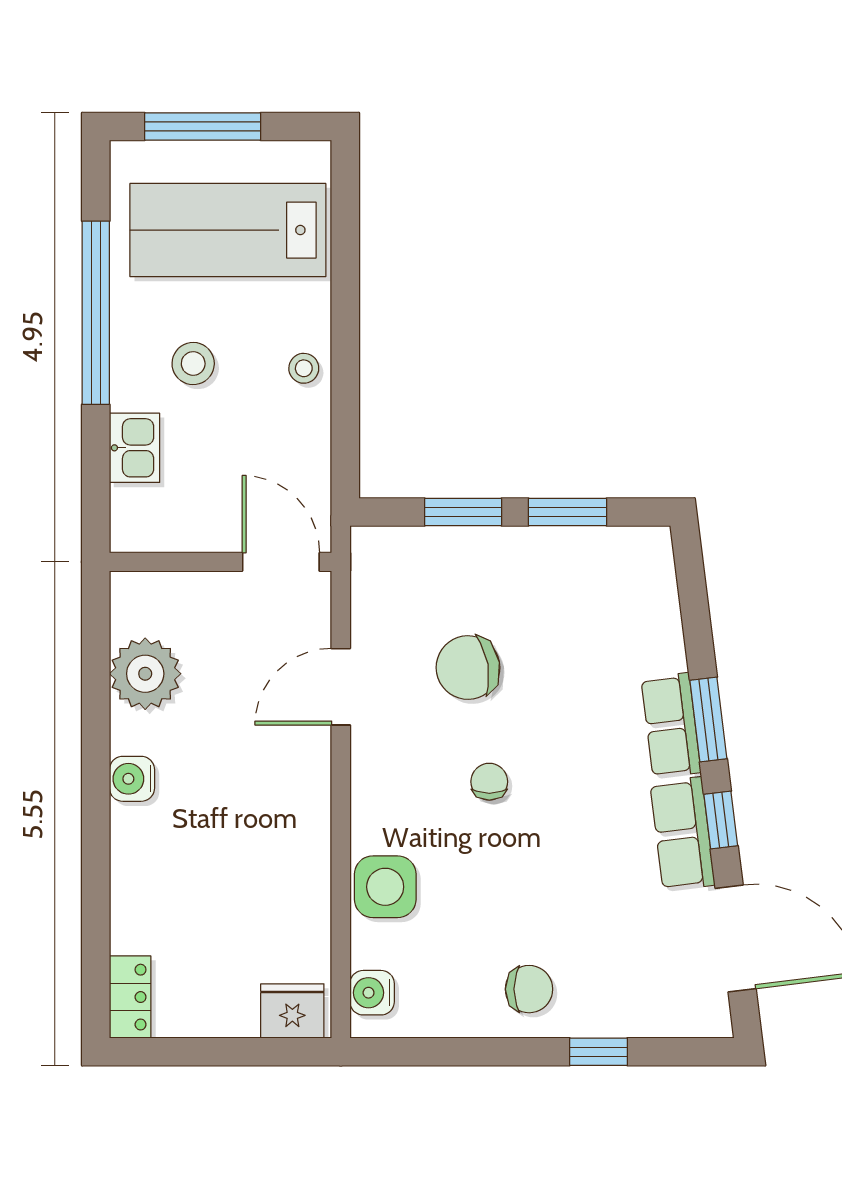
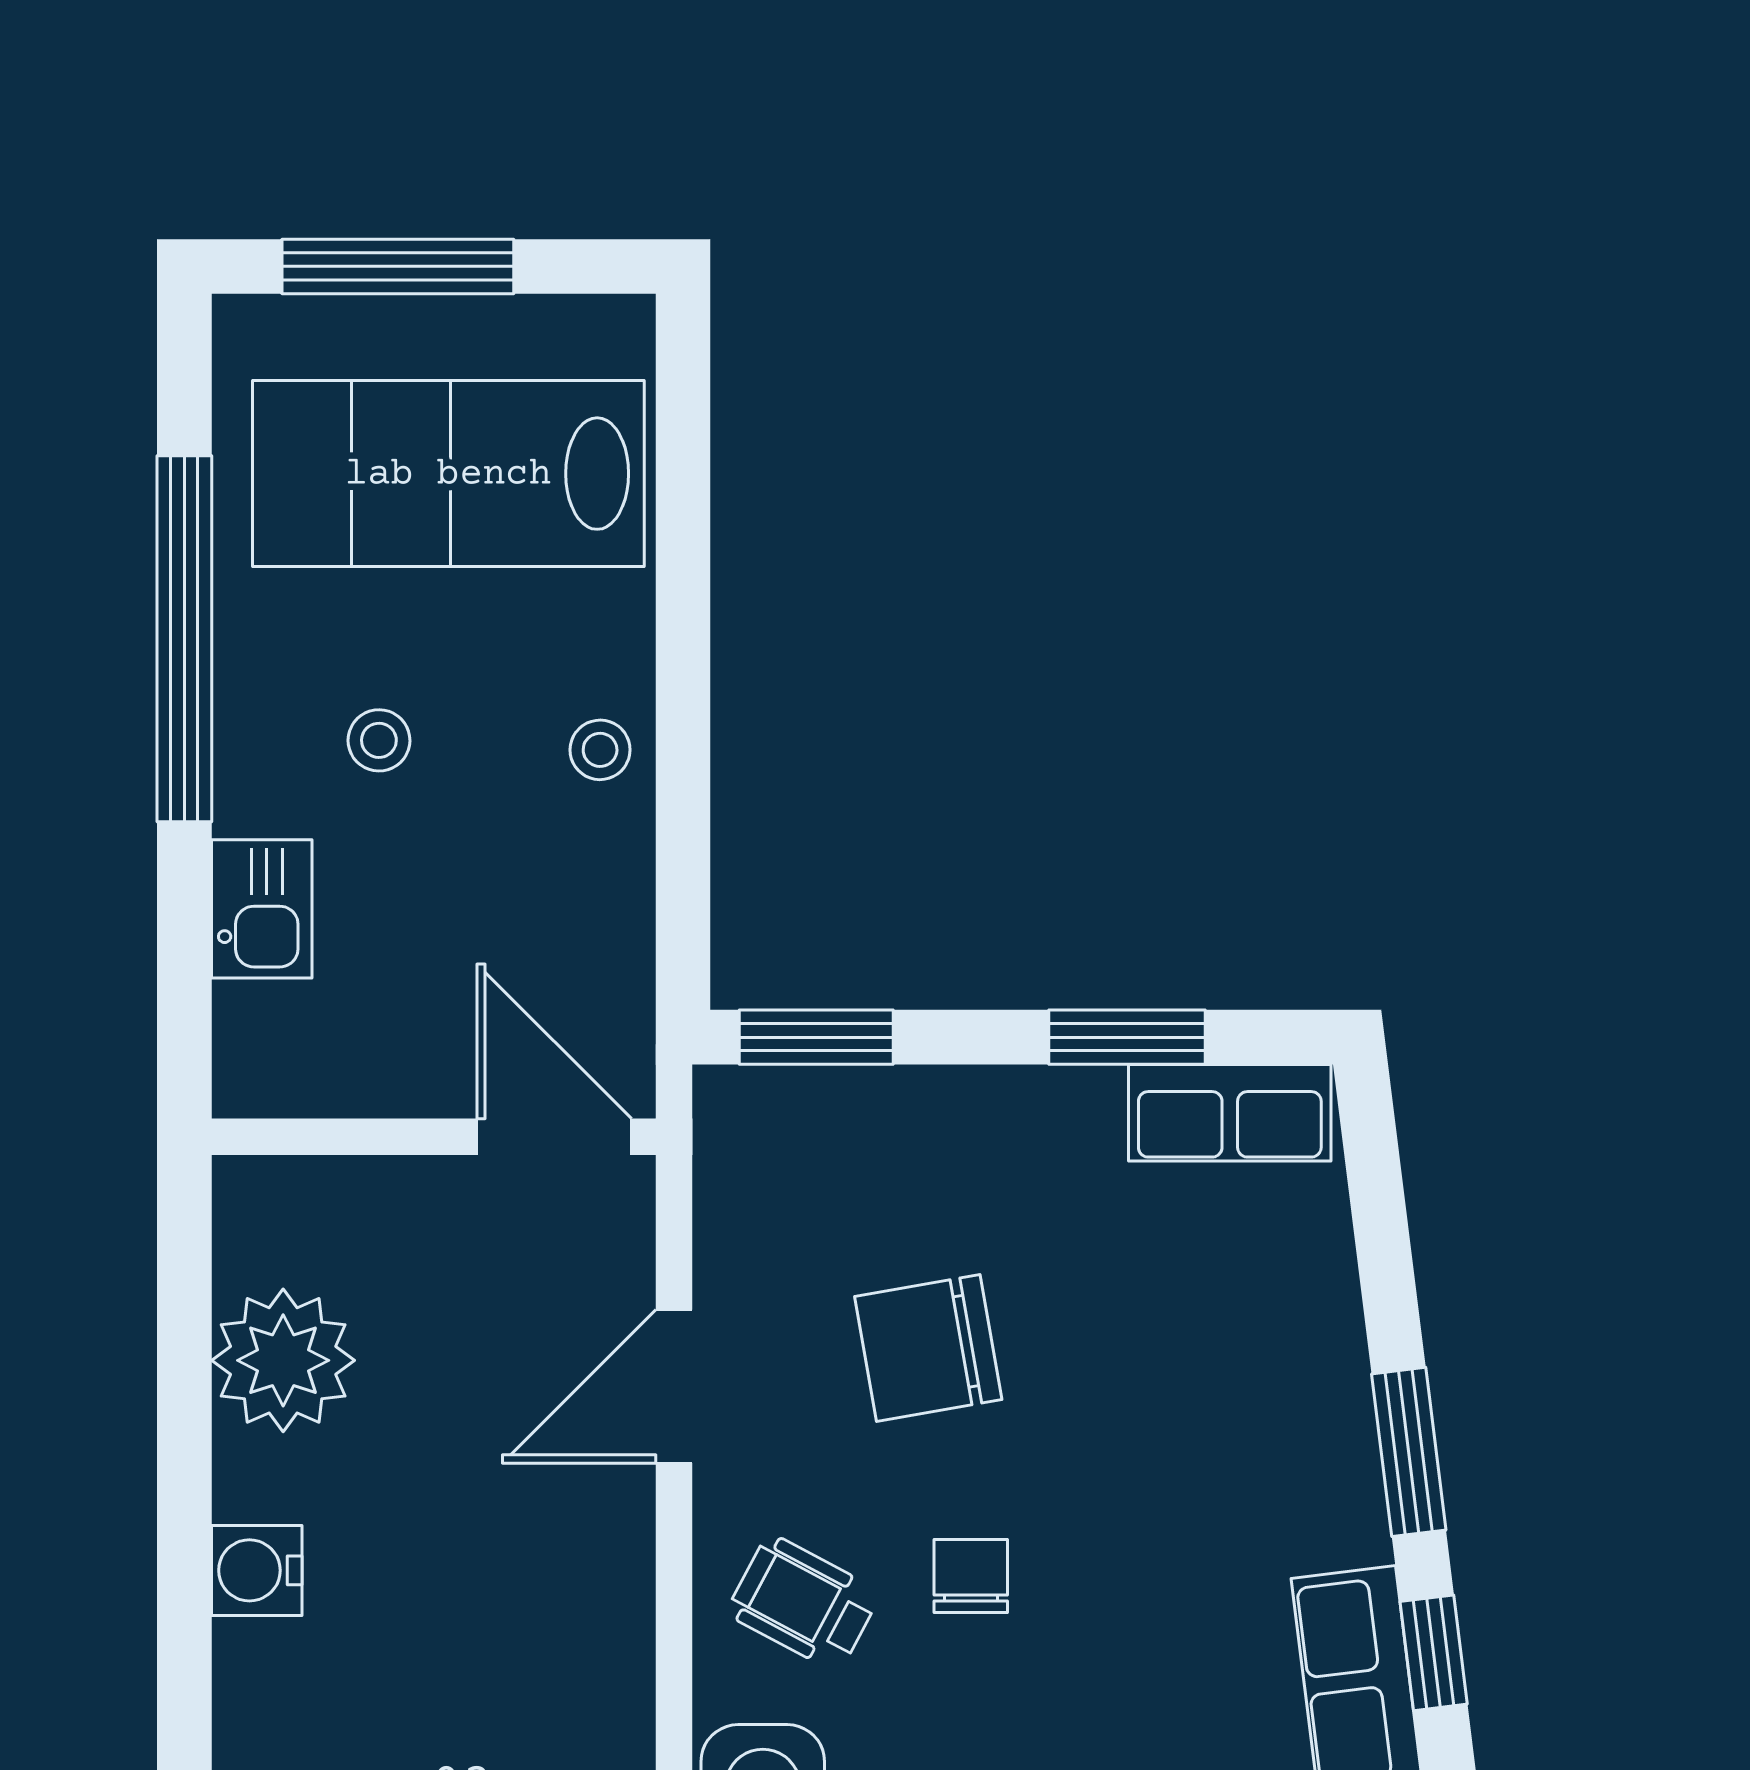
stool: (193, 364) -> (379, 740), width x0.73, depth x0.73
window: (463, 512) -> (816, 1037), moved
row of seats: (671, 725) -> (1230, 1113), moved, turned -83
wheelchair: (406, 795) -> (804, 1603), added

